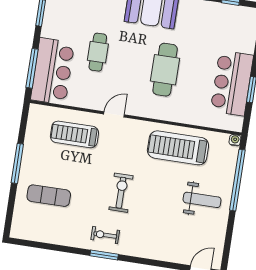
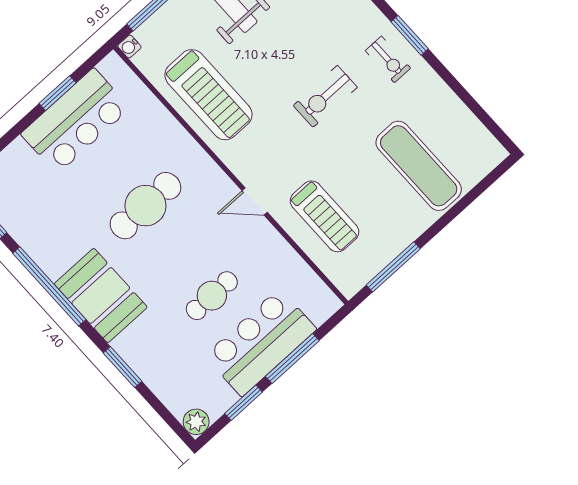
window: (32, 68) -> (292, 359), moved
bar counter: (53, 71) -> (261, 342), moved
window: (17, 163) -> (393, 267), moved
exercise mat: (49, 196) -> (419, 166), width x1.36, depth x1.45

